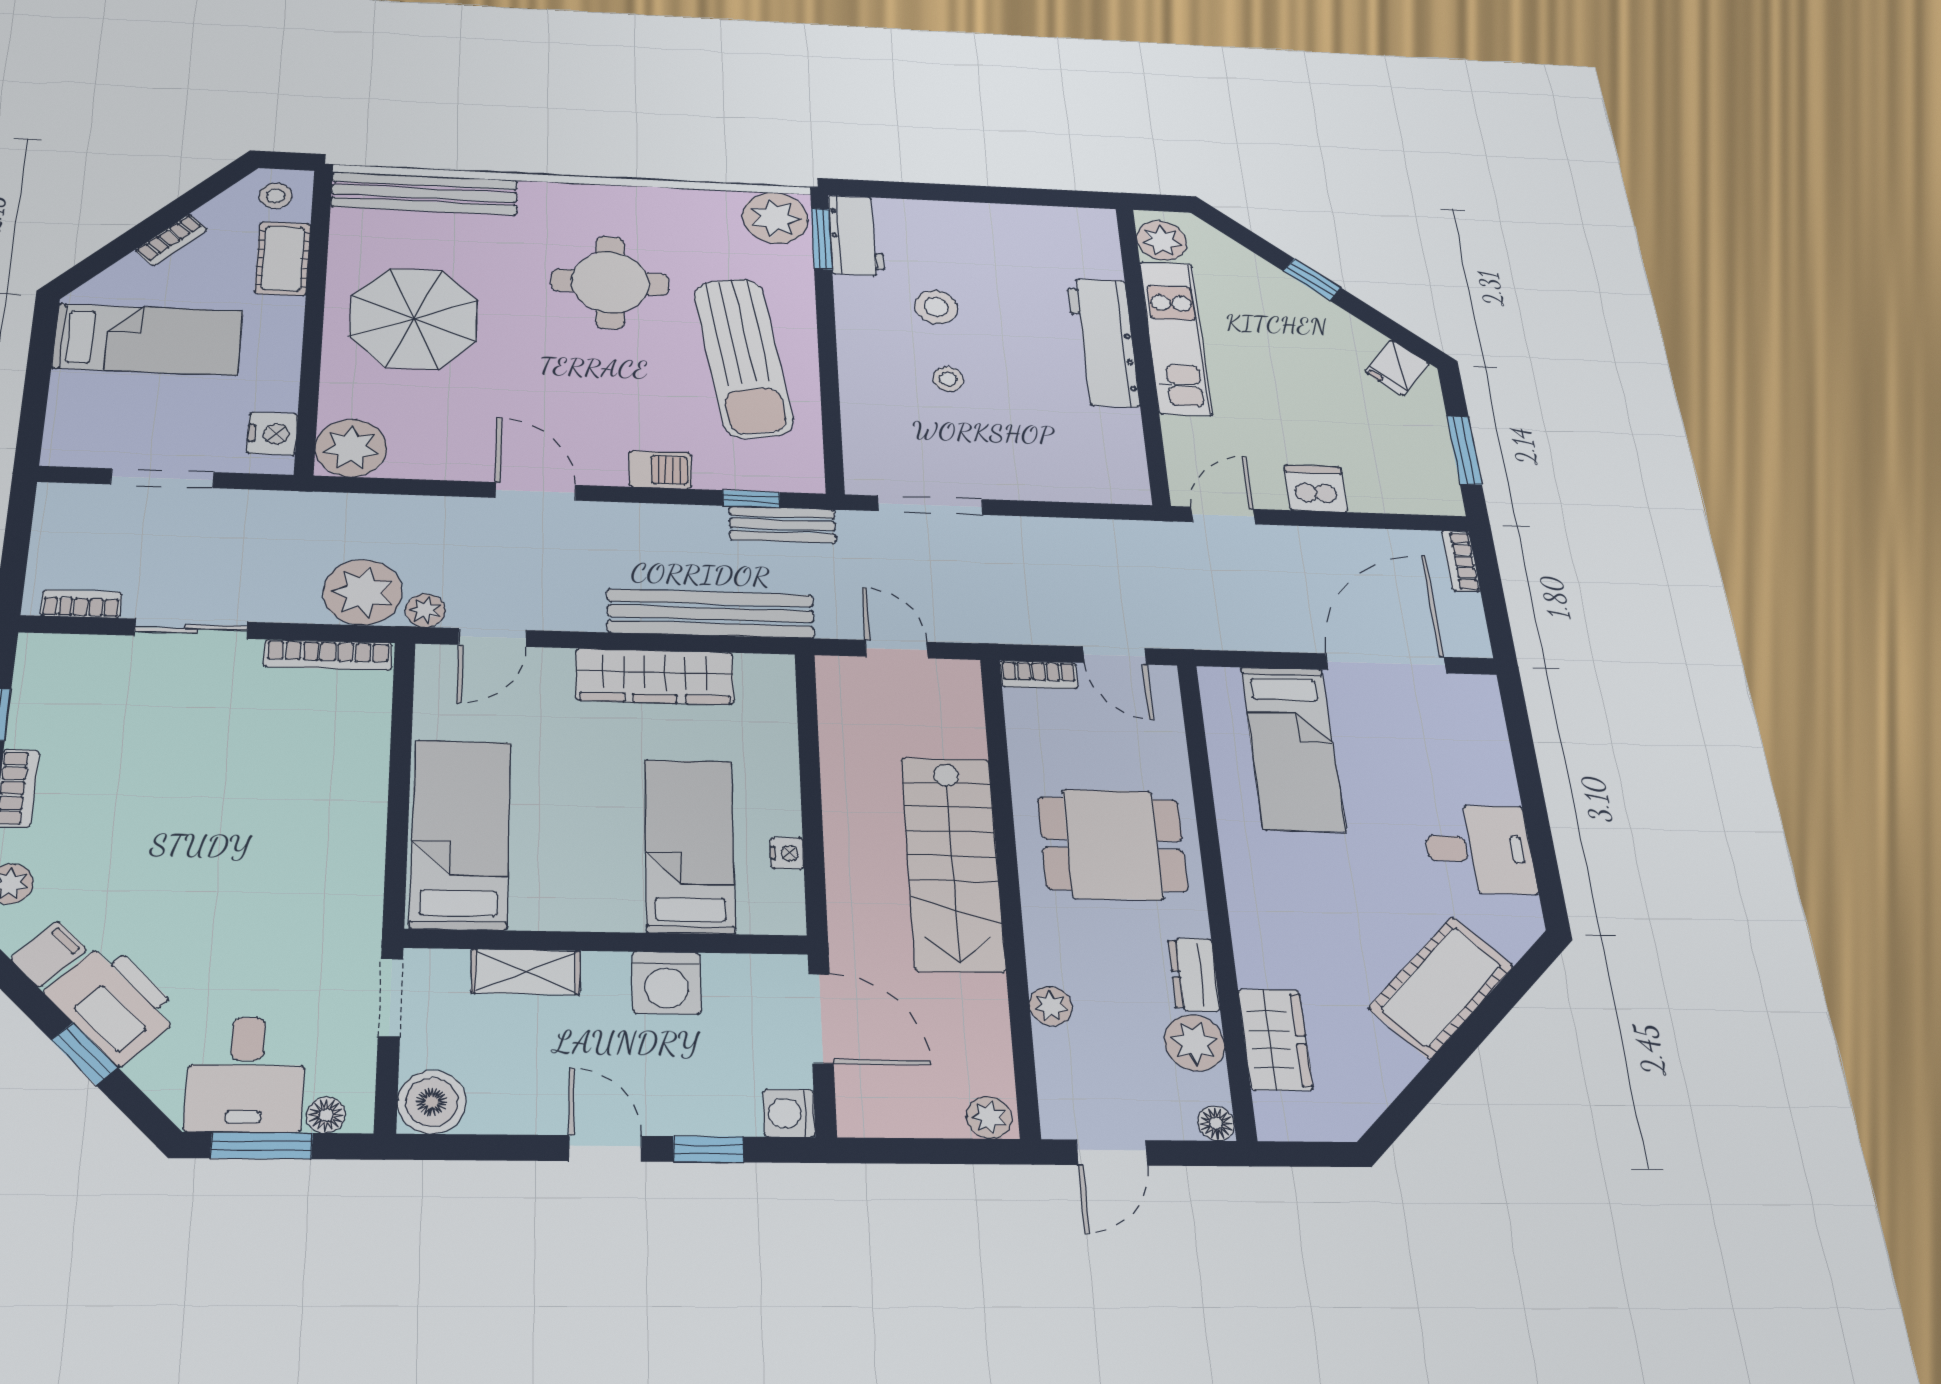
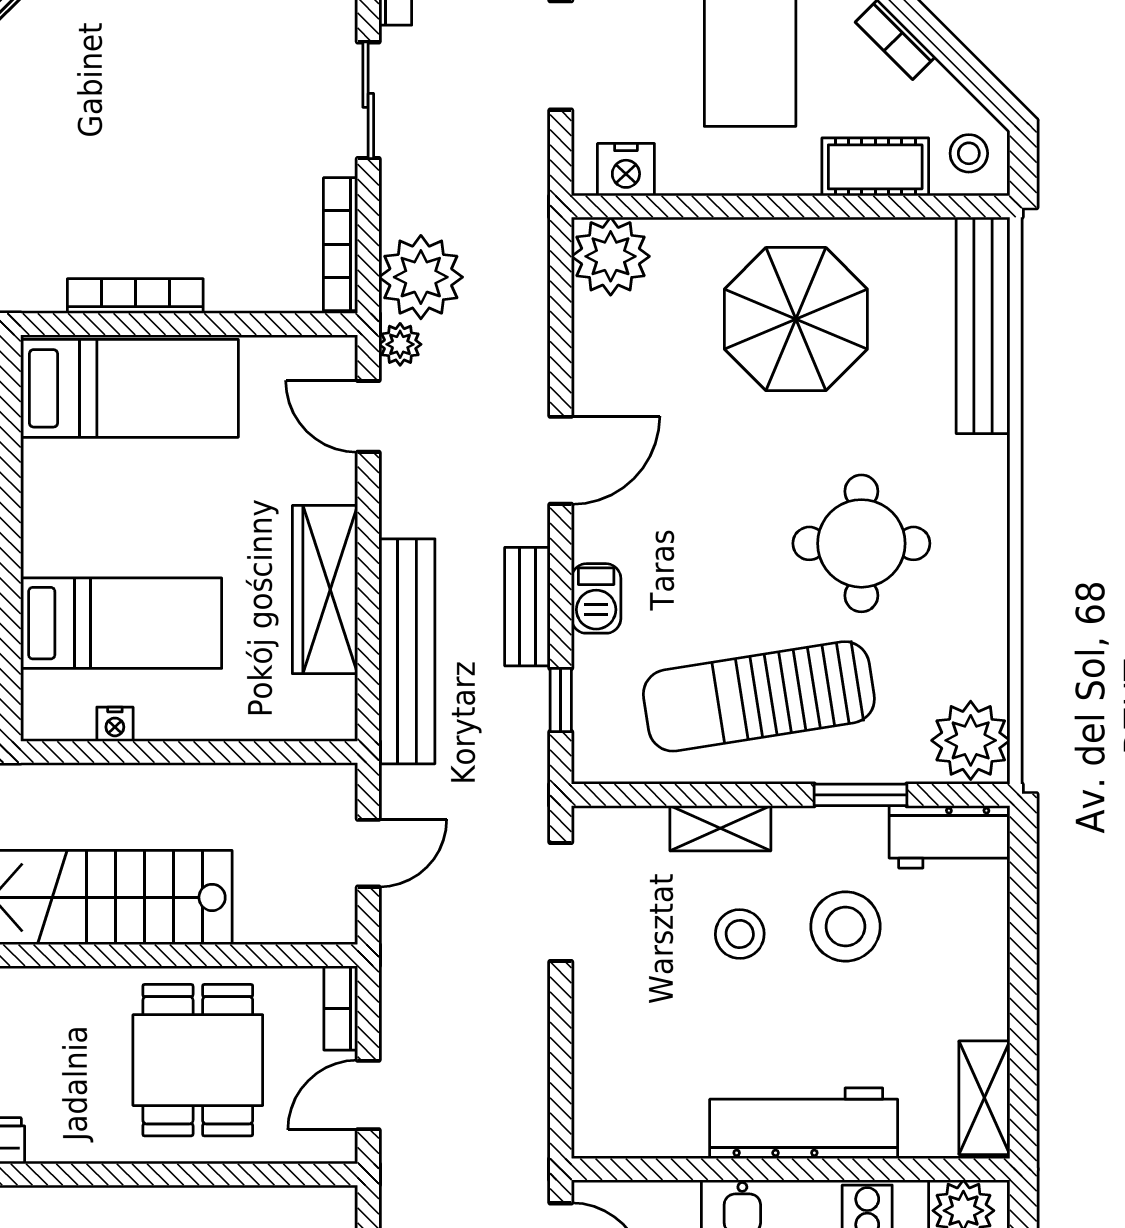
shelving: (1069, 223) -> (984, 1098), added
window: (822, 239) -> (861, 795), moved
stool: (936, 307) -> (845, 926), width x1.38, depth x1.38
stool: (948, 379) -> (740, 934), width x1.37, depth x1.37
shelving: (858, 389) -> (720, 828), added
bench: (783, 525) -> (527, 607), moved
bookcase: (370, 827) -> (135, 296), added
dining table: (1113, 844) -> (198, 1060), moved

